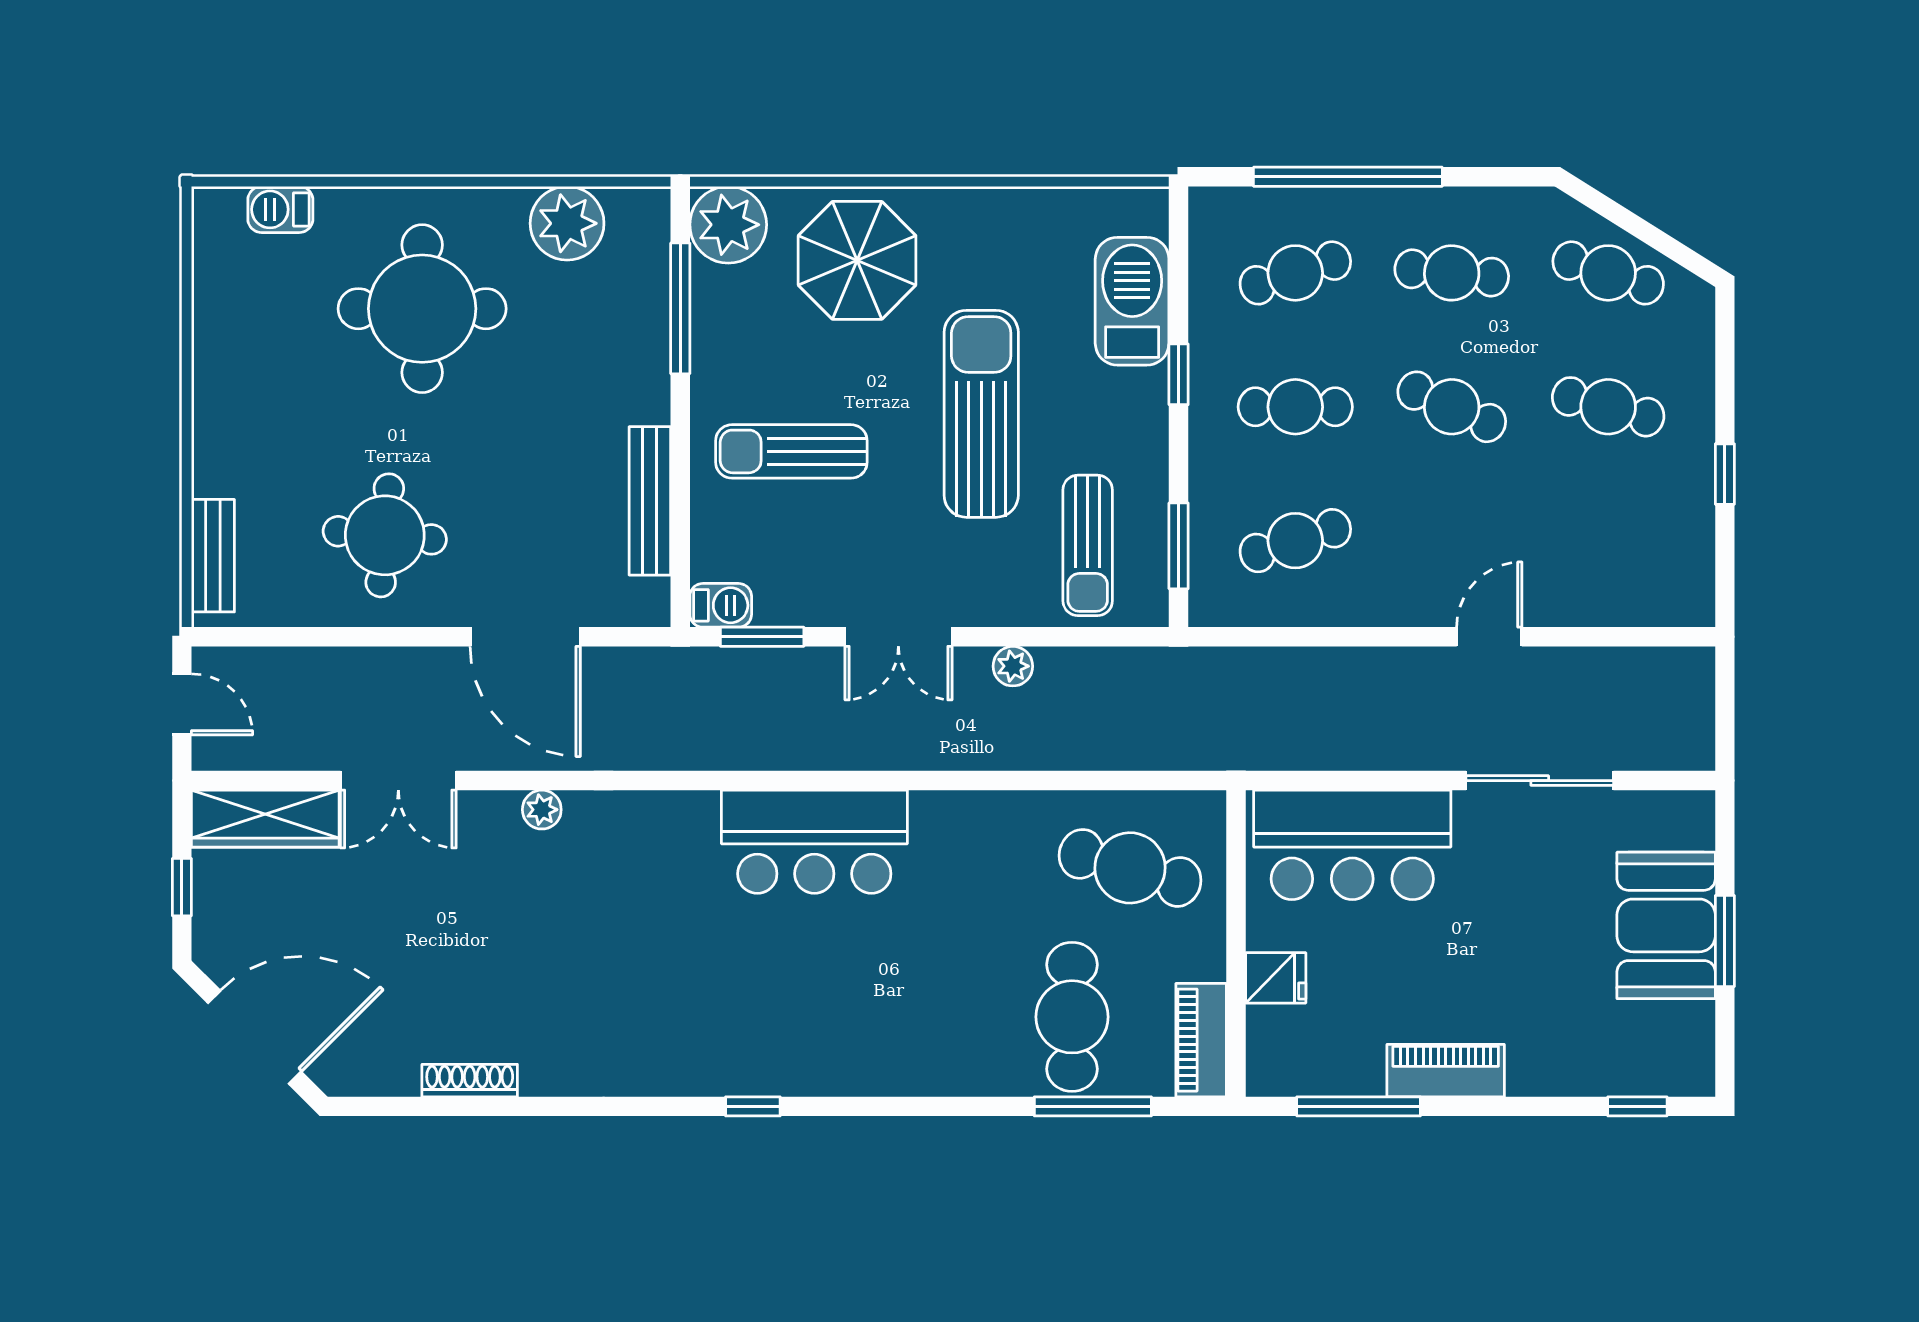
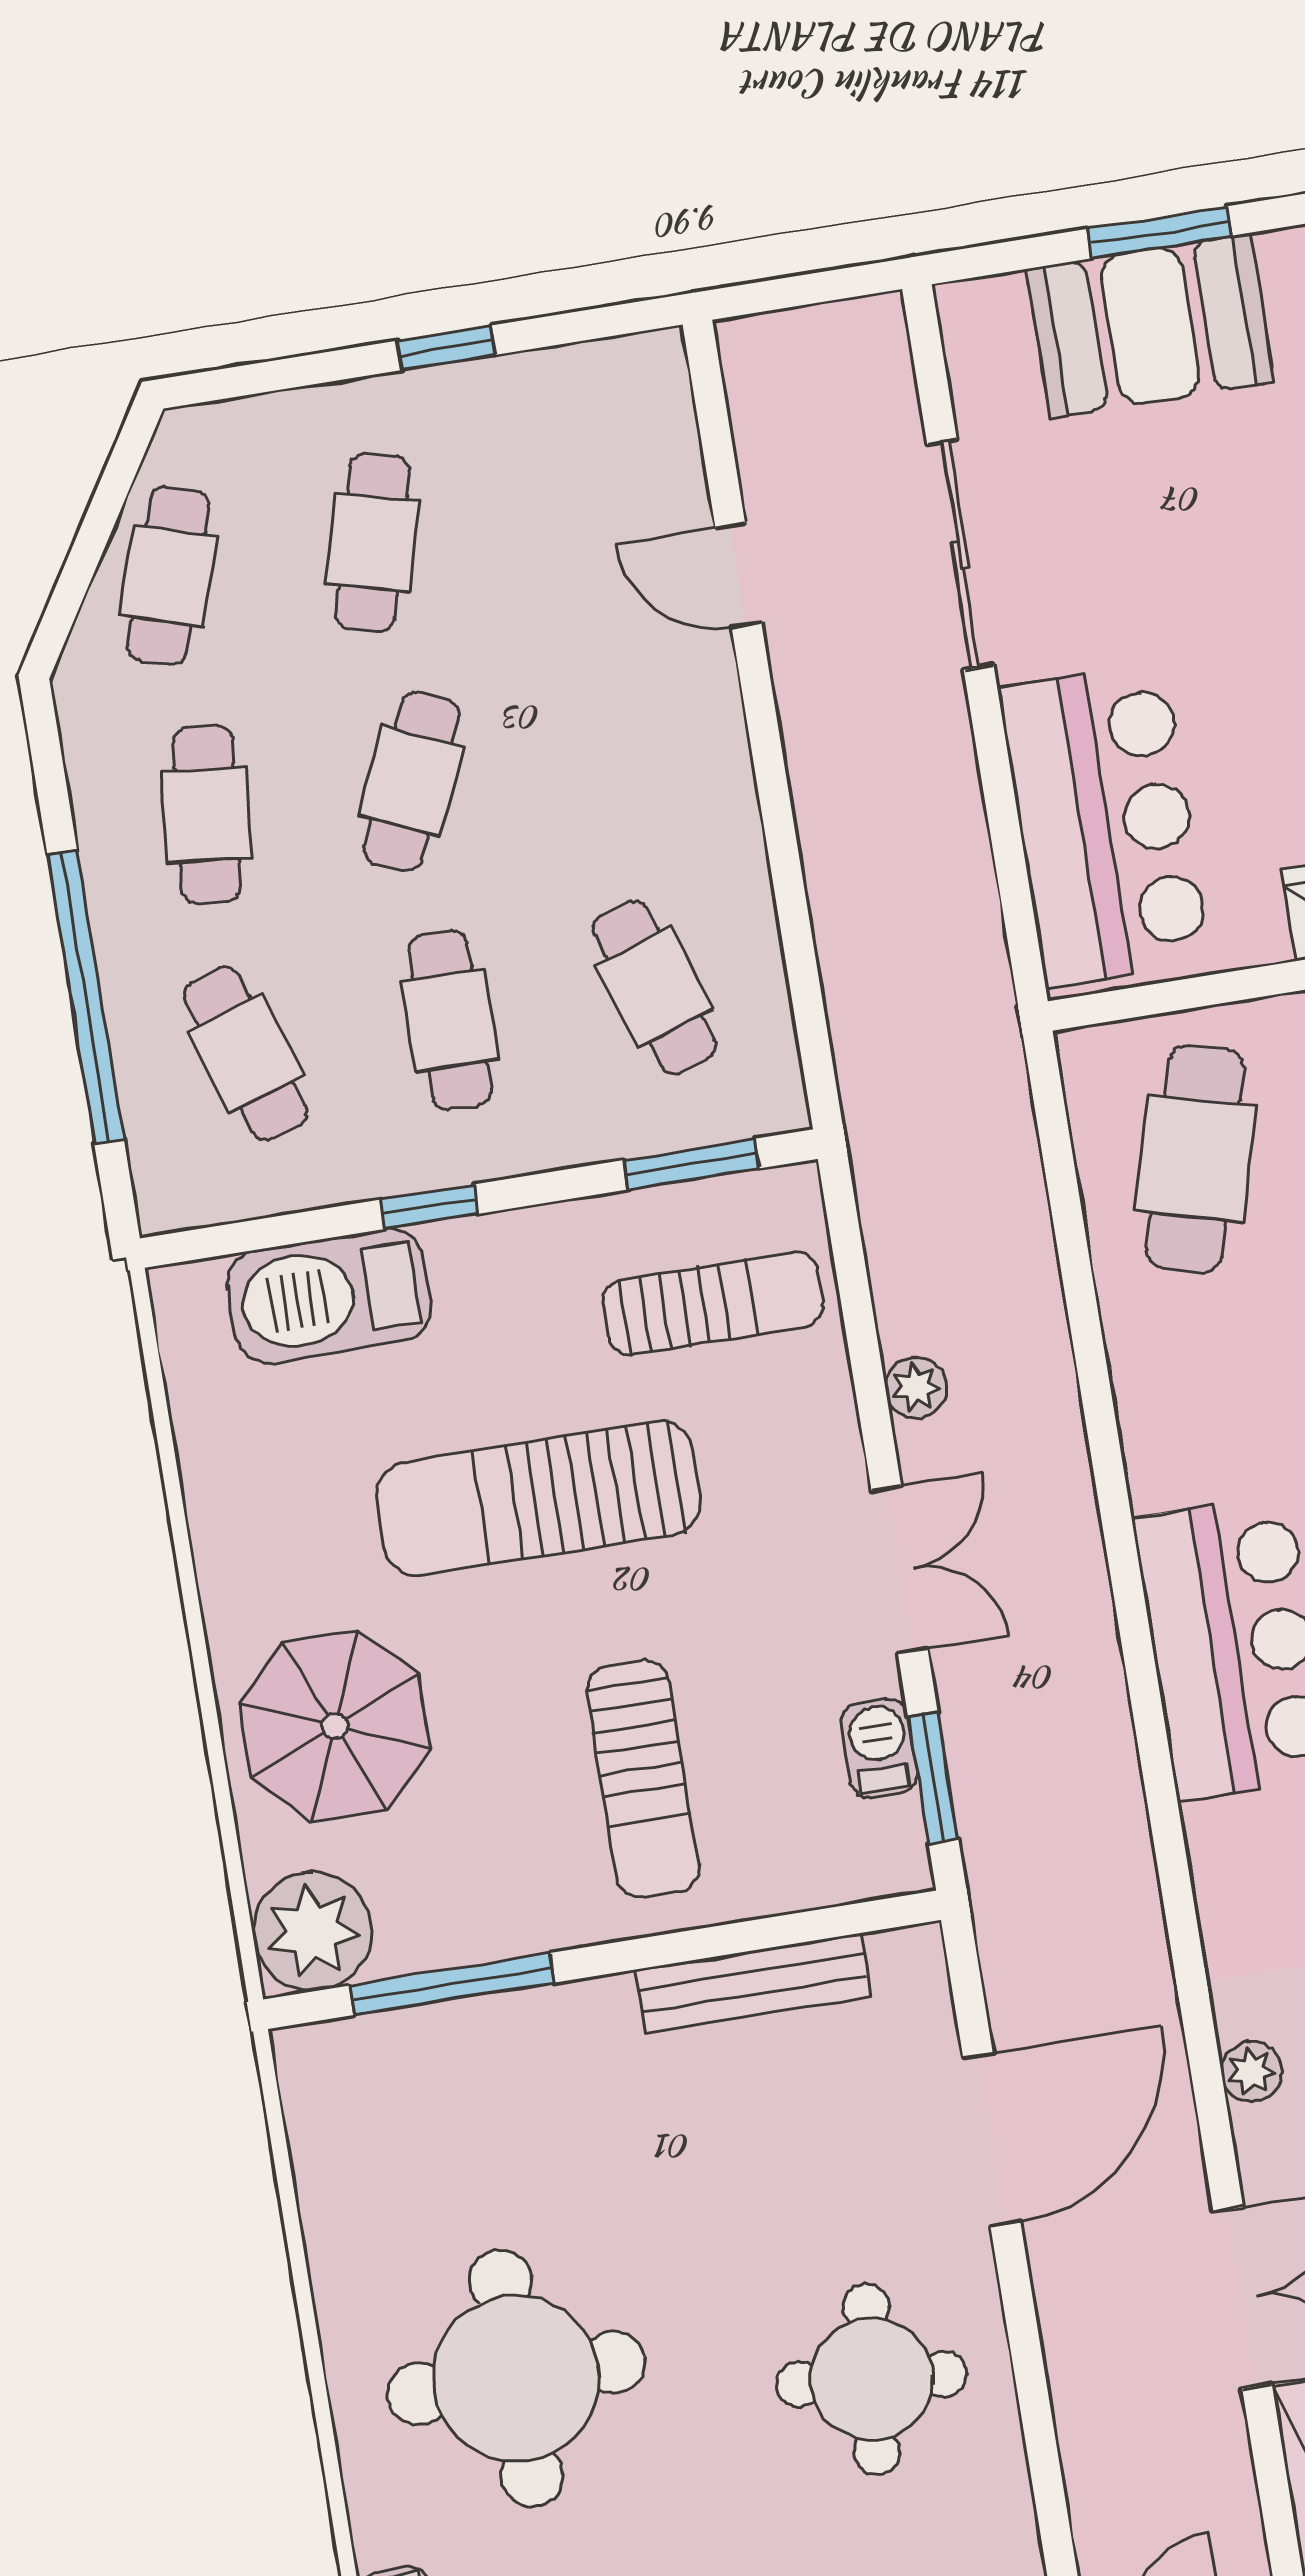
plant: (567, 223) -> (350, 2178), removed
barbecue: (721, 605) -> (879, 1748), moved
door: (1489, 637) -> (738, 575), moved

